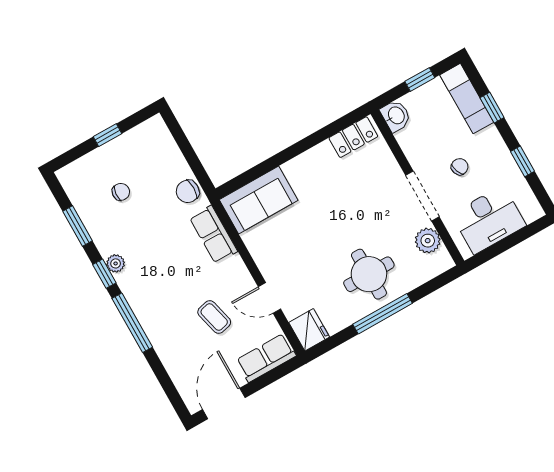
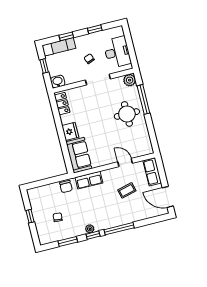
plant: (428, 241) -> (130, 80), moved
door: (269, 298) -> (125, 163), swing flipped
window: (383, 314) -> (143, 99), moved
fridge: (309, 330) -> (70, 131), moved, turned 90

